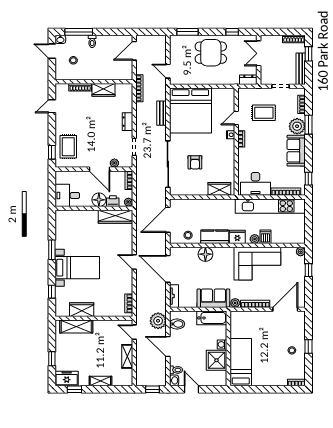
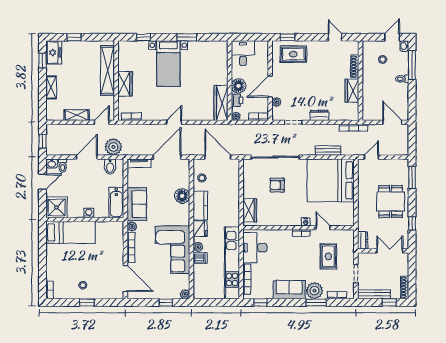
wardrobe: (82, 310) -> (125, 84), moved
shelving: (76, 326) -> (108, 70), width x1.47
shower: (217, 360) -> (57, 207), moved

